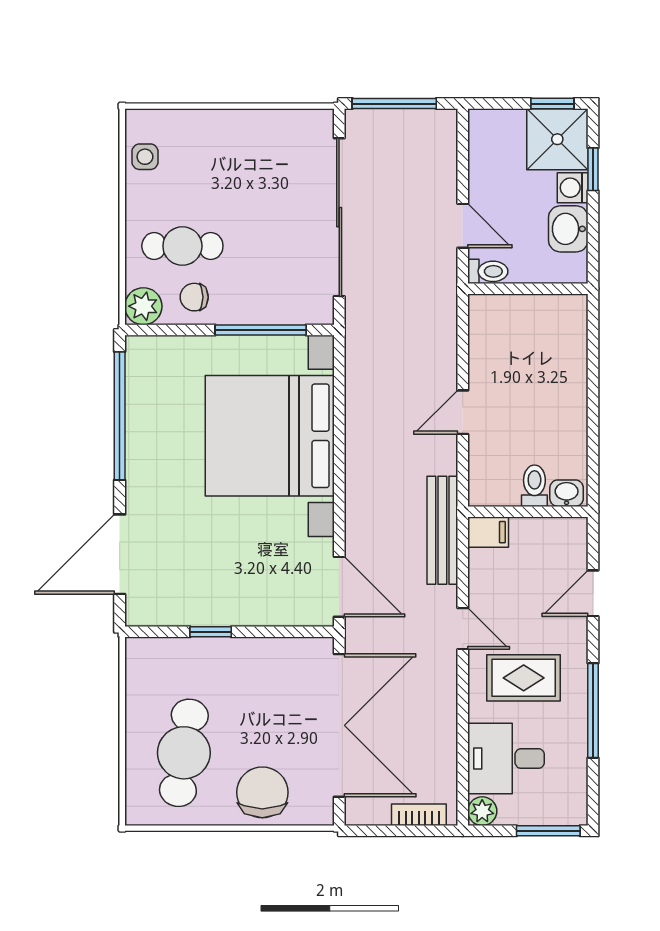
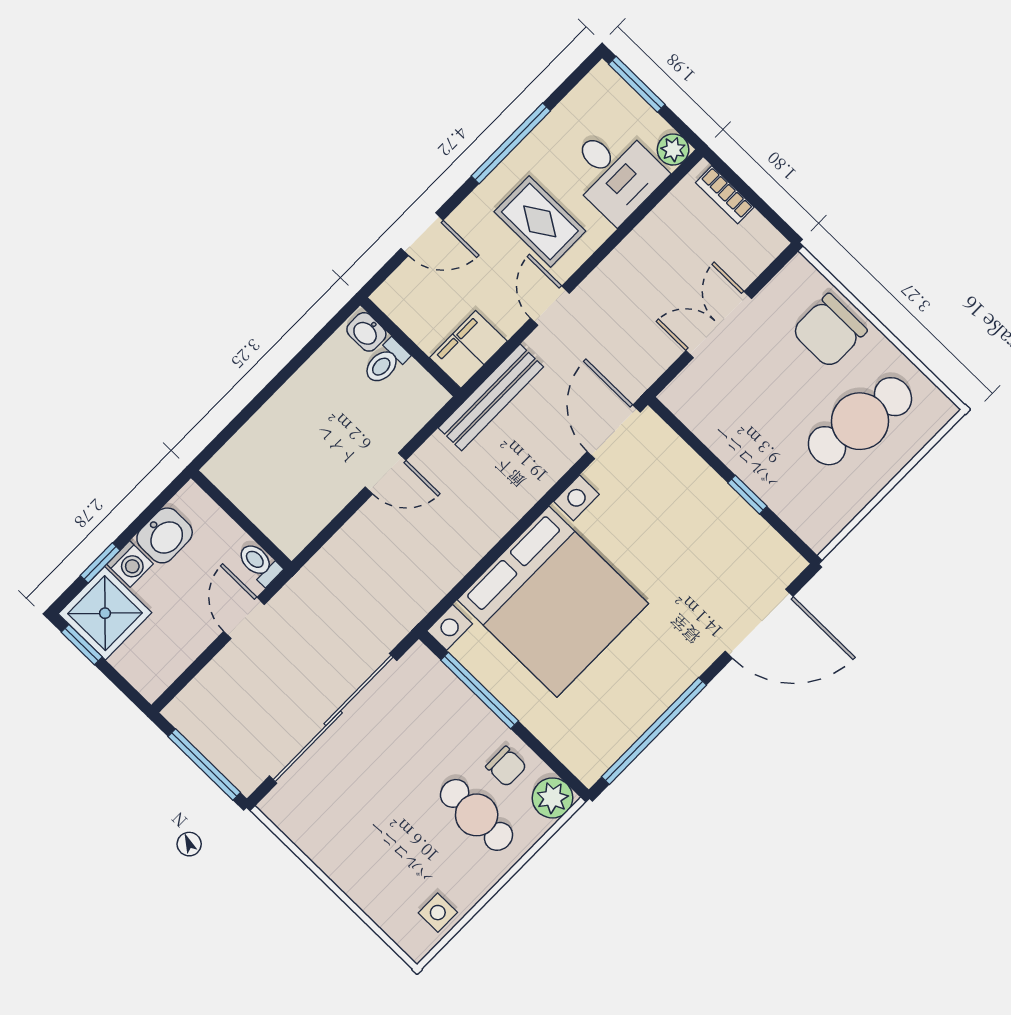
filing cabinet: (488, 532) -> (468, 349), width x2.00
double door: (339, 725) -> (719, 325), width x0.54

